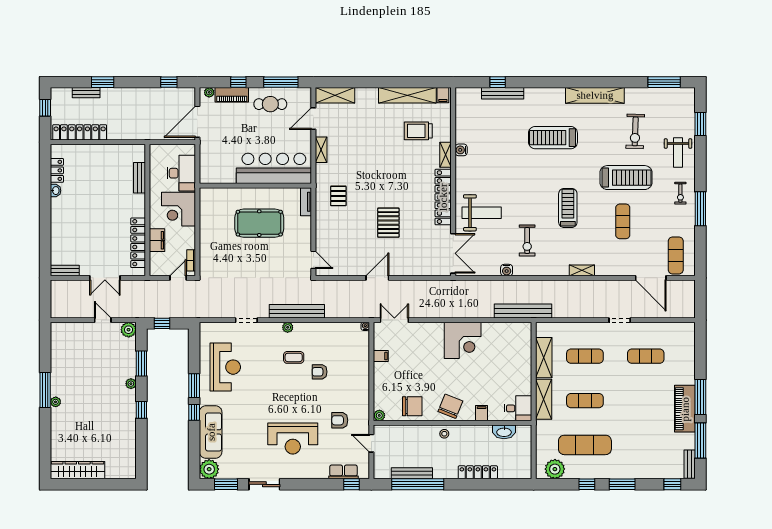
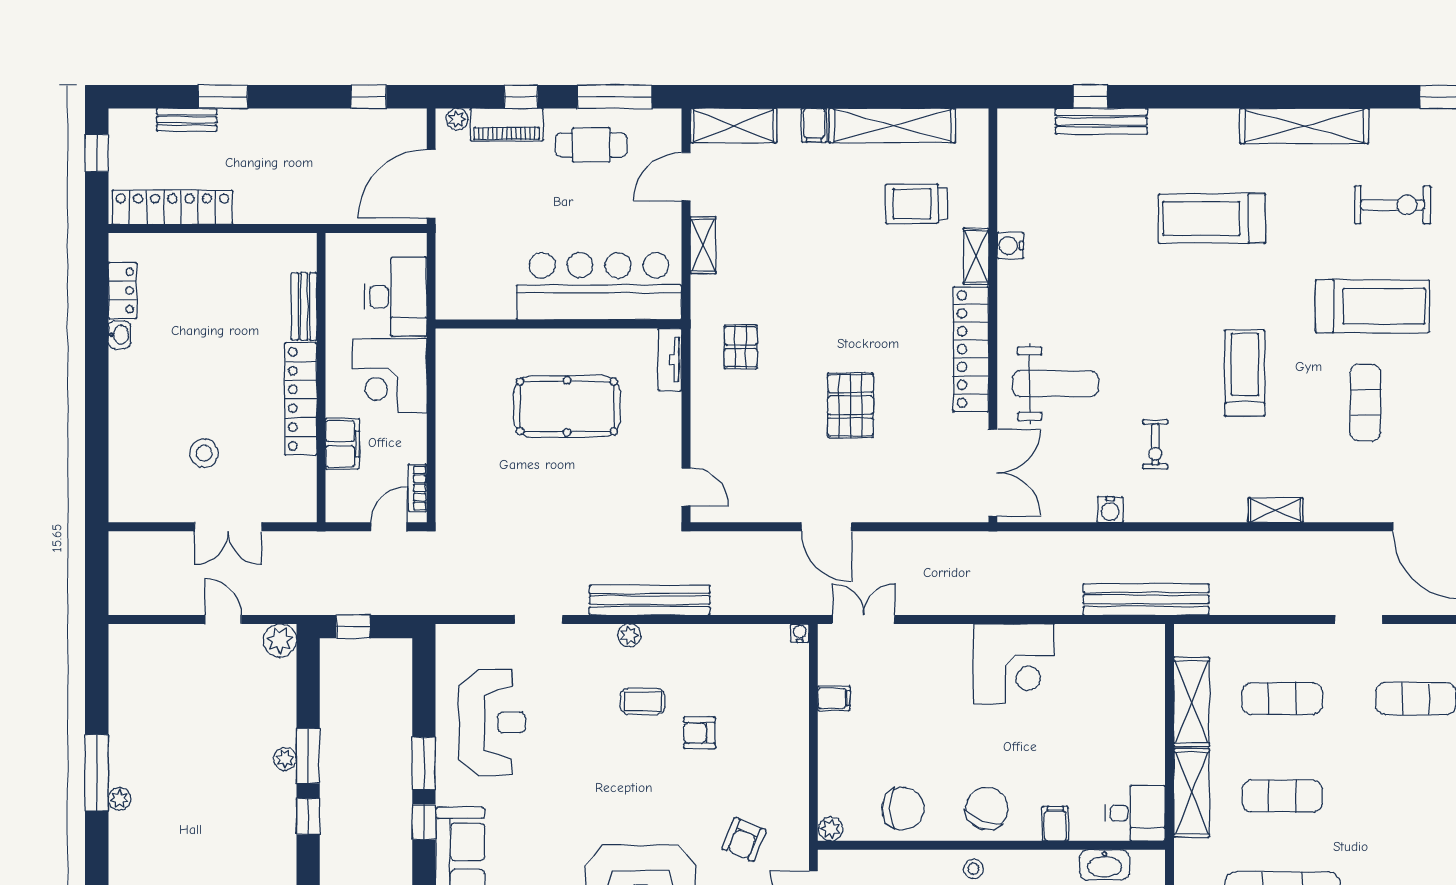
filing cabinet: (443, 95) -> (814, 125), moved
exercise bike: (635, 131) -> (1393, 205), turned -92
exercise bike: (527, 240) -> (1155, 444), width x0.73, depth x0.72
locker: (138, 243) -> (301, 399), moved
stool: (94, 244) -> (204, 453), added
bench: (65, 270) -> (140, 510), removed
door: (377, 278) -> (826, 527), swing flipped
window: (141, 364) -> (308, 756), moved
armchair: (340, 420) -> (744, 839), turned -67

